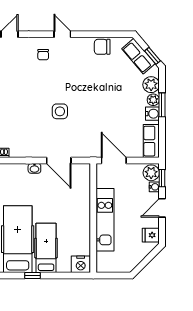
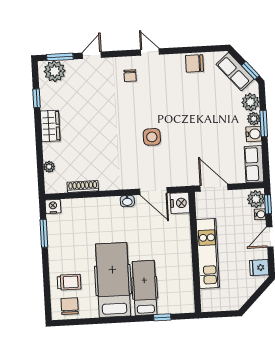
nightstand: (81, 264) -> (180, 203), moved, turned -90
window: (33, 275) -> (162, 317), moved

